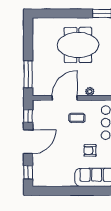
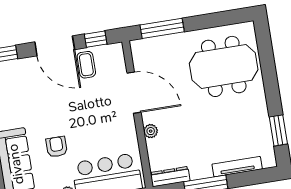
meeting table: (78, 45) -> (224, 66), moved, turned 90
coffee table: (77, 118) -> (86, 65), moved

